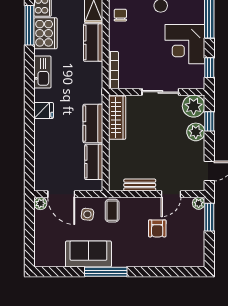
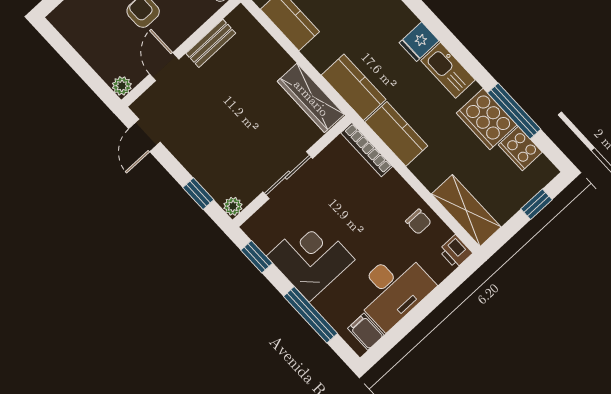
kitchen counter: (93, 43) -> (396, 134), moved
plant: (194, 106) -> (233, 206), width x0.53, depth x0.53
fridge: (44, 110) -> (419, 42), moved
kitchen counter: (93, 124) -> (354, 87), moved
plant: (196, 132) -> (203, 167), removed
window: (209, 217) -> (94, 81), removed

